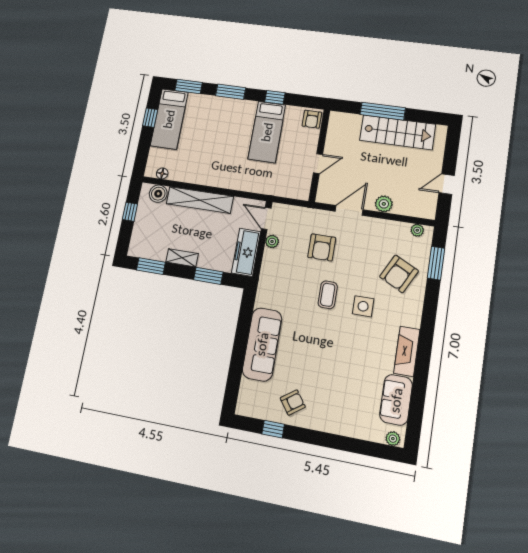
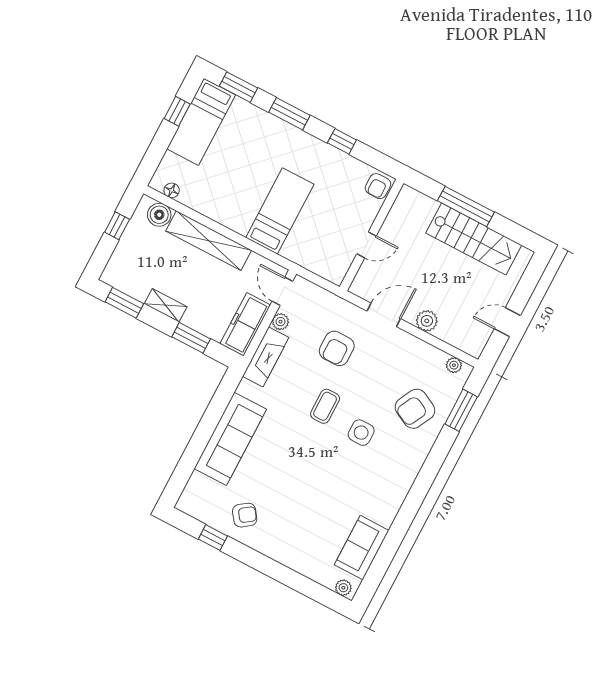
bed: (267, 132) -> (280, 211), moved, turned 180
fireplace: (407, 351) -> (266, 357), moved, turned 180

